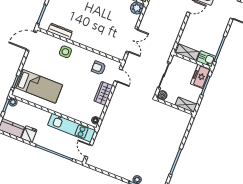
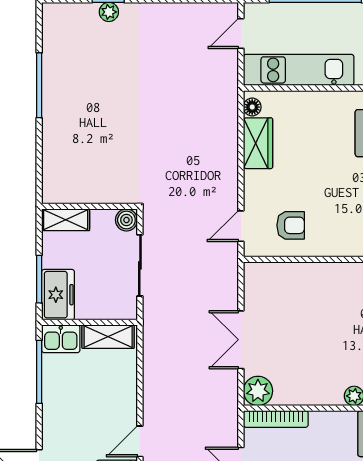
double door: (132, 40) -> (241, 340), moved
door: (118, 75) -> (241, 226), hinge flipped
wardrobe: (103, 93) -> (258, 143), moved
door: (89, 151) -> (241, 34), swing flipped

